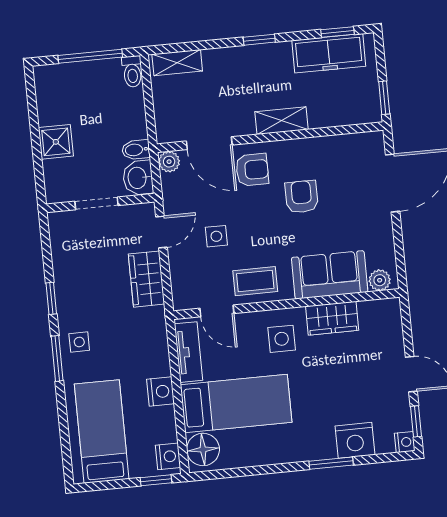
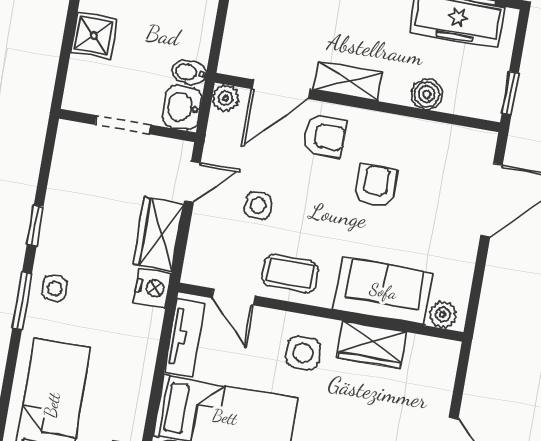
boiler: (321, 116) -> (427, 94), added
shelving: (282, 121) -> (348, 81), moved
door: (209, 143) -> (281, 89), hinge flipped
nightstand: (161, 391) -> (153, 288), moved

